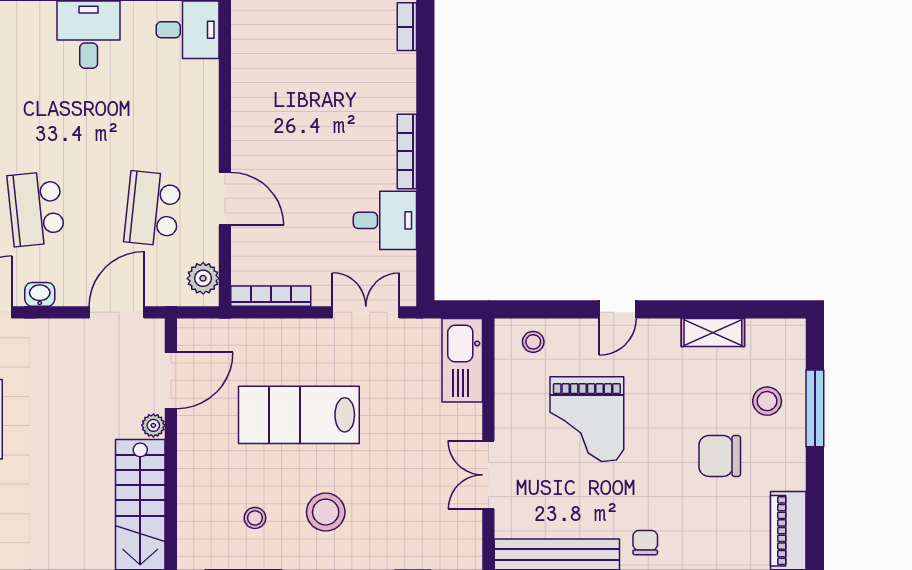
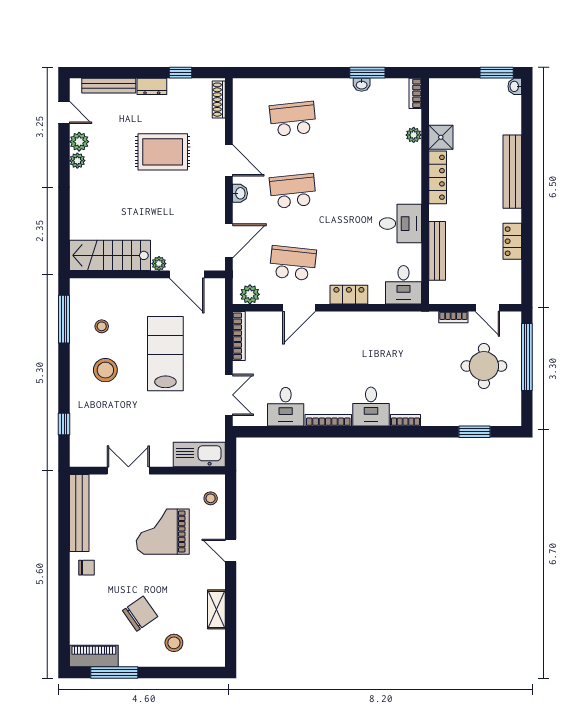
desk: (385, 82) -> (371, 407), added
locker: (203, 118) -> (349, 295), added
door: (117, 312) -> (229, 241), hinge flipped
window: (815, 408) -> (114, 672), moved
chair: (720, 456) -> (140, 614), turned 55

